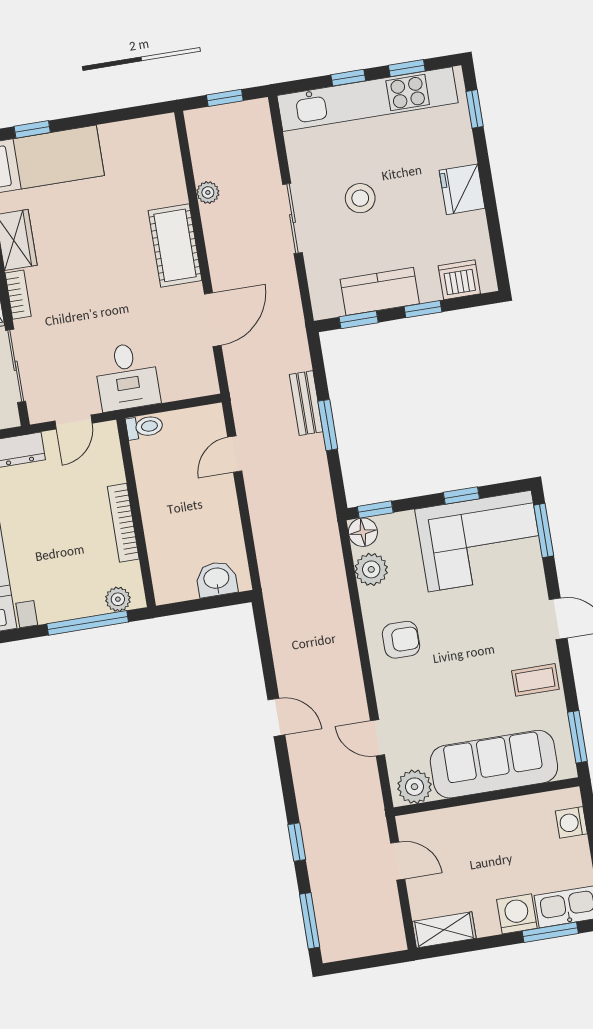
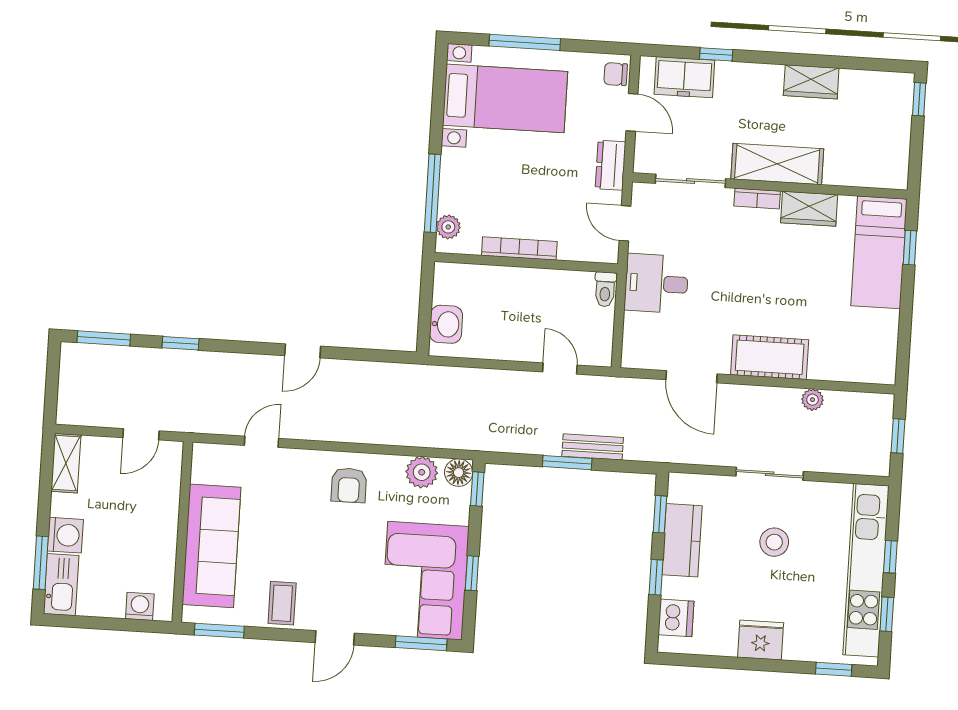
plant: (414, 787) -> (207, 466), removed

